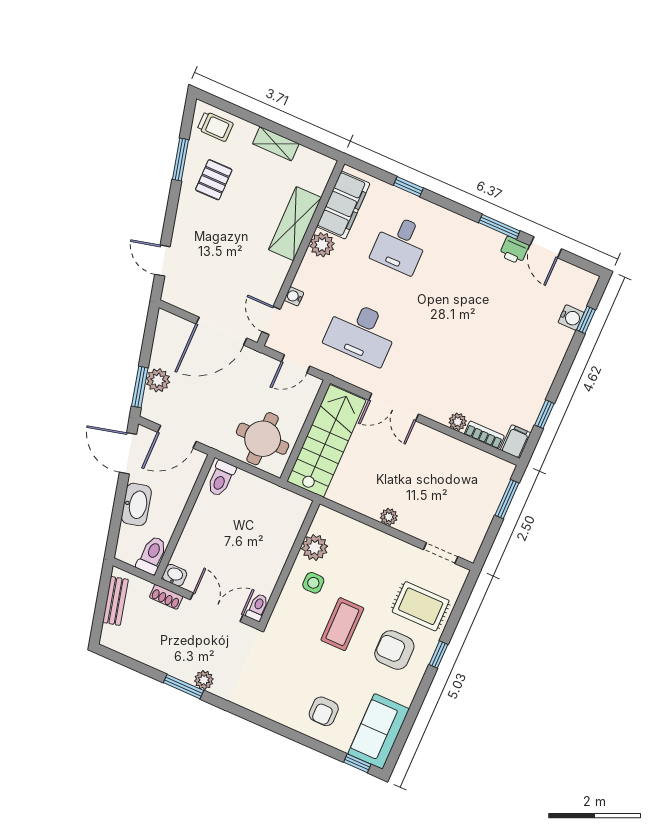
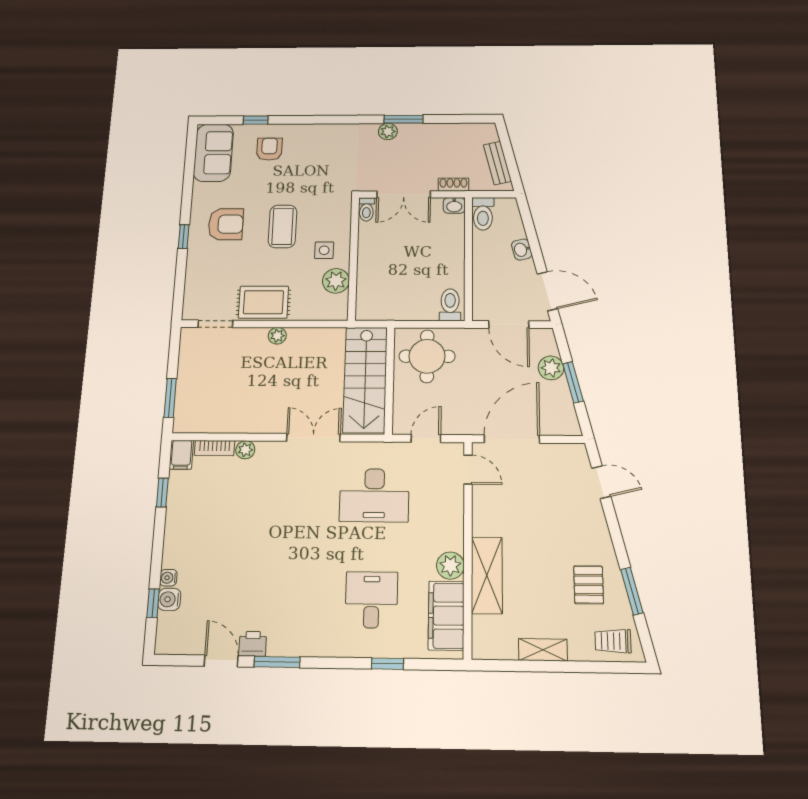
water cooler: (294, 296) -> (168, 578), moved, turned 180
desk: (361, 333) -> (374, 495), turned 180
window: (140, 387) -> (573, 382), moved
door: (177, 437) -> (509, 325), swing flipped
washbasin: (136, 504) -> (522, 250), width x0.52, depth x0.69
rug: (421, 606) -> (263, 302), moved
window: (357, 763) -> (256, 120), moved

